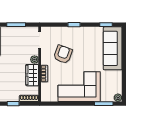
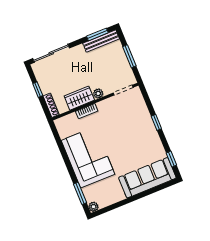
armchair: (63, 54) -> (117, 124), removed

